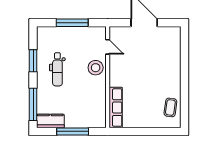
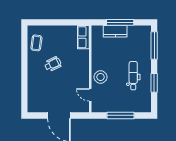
wheelchair: (151, 83) -> (53, 64), added
row of seats: (116, 108) -> (83, 37), width x0.68
kitchen counter: (50, 121) -> (115, 31), moved

